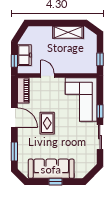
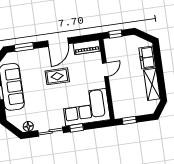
freezer: (24, 55) -> (147, 58), moved, turned 90
floor lamp: (92, 158) -> (28, 126), added

